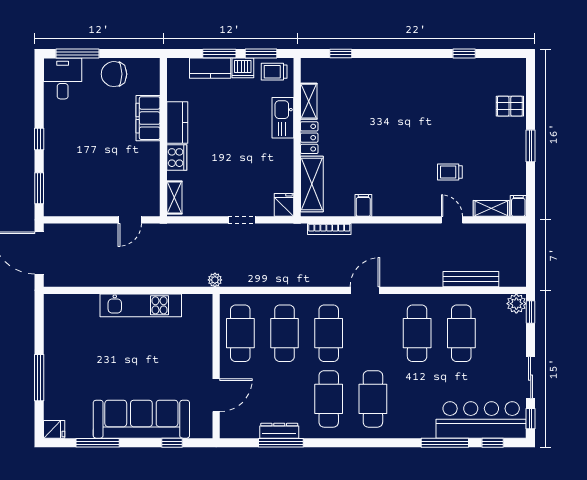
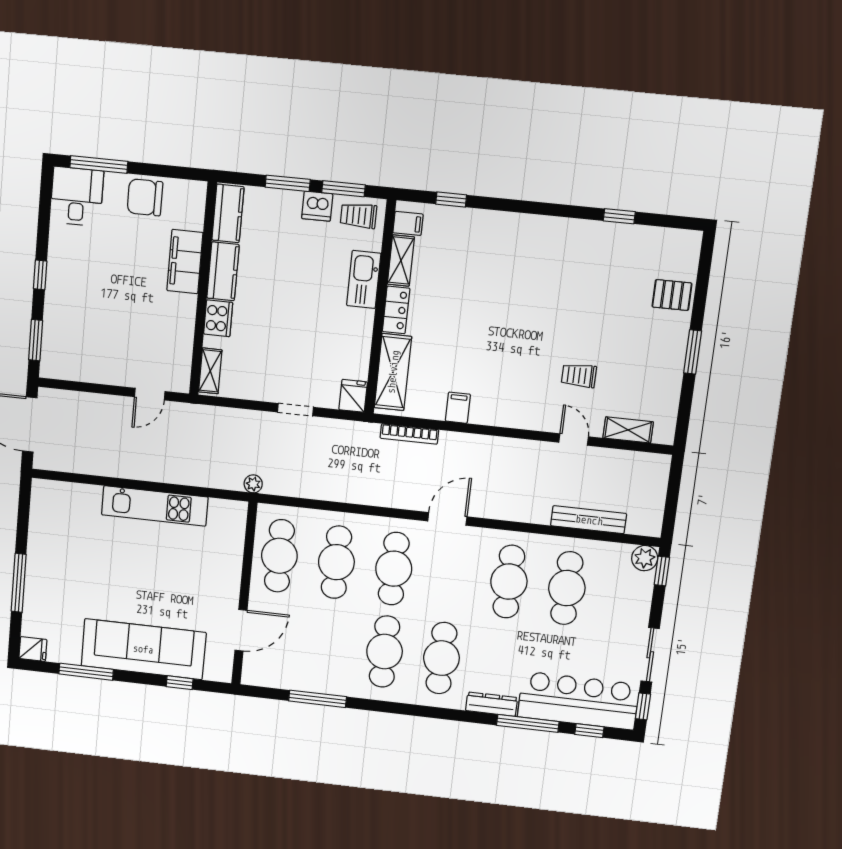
kitchen counter: (210, 68) -> (228, 213), moved, turned -90
filing cabinet: (518, 206) -> (408, 223), moved, turned 90
dresser: (279, 431) -> (492, 704), moved

